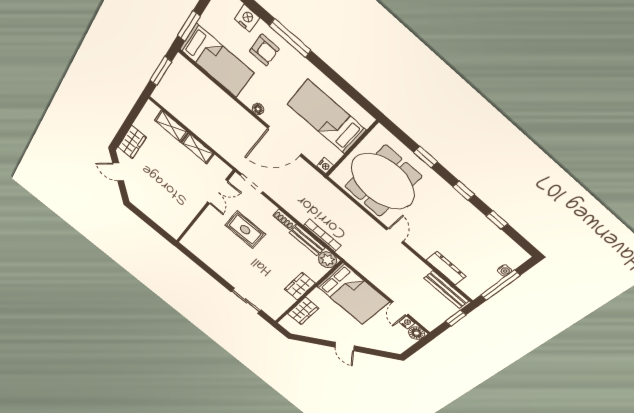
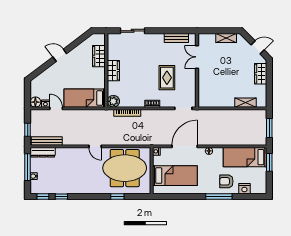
shelving: (198, 148) -> (226, 38), moved
window: (464, 191) -> (43, 196), moved
double door: (217, 192) -> (197, 57), moved
rug: (245, 230) -> (167, 78), turned 90
bench: (307, 240) -> (176, 38), moved
dresser: (446, 268) -> (43, 152), moved
bed: (353, 294) -> (85, 98), width x0.67

